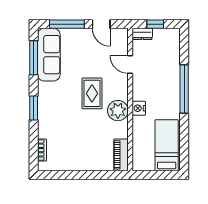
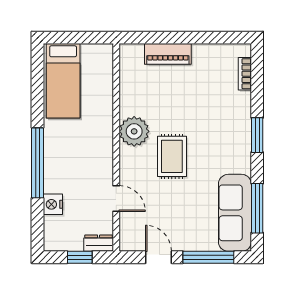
nightstand: (139, 108) -> (53, 204), moved, turned 180
piano: (121, 155) -> (168, 54), moved, turned 90

